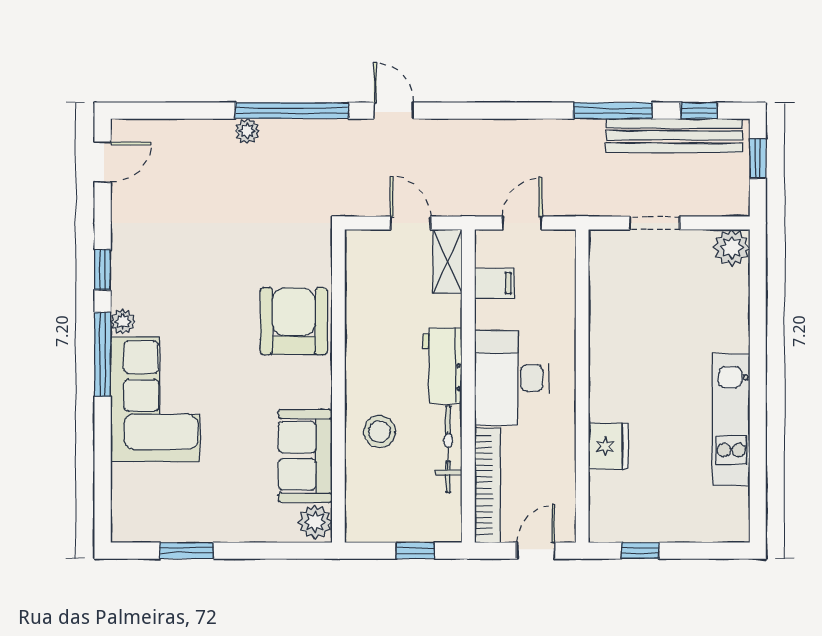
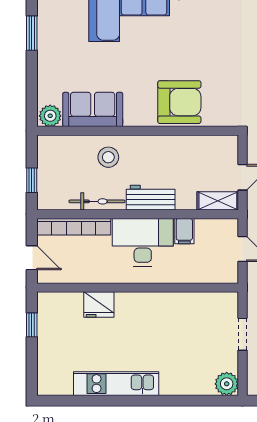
filing cabinet: (494, 283) -> (184, 231), moved

